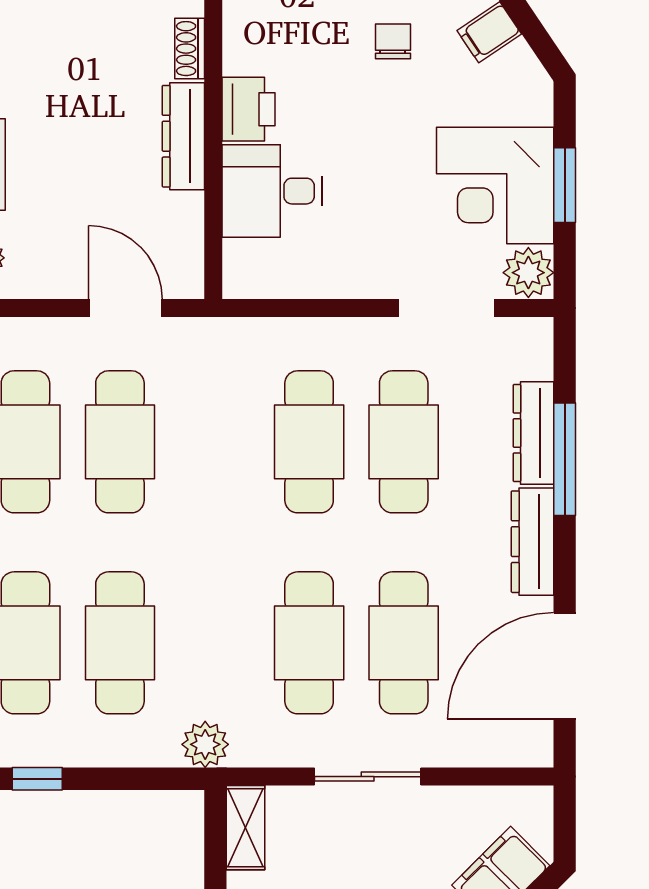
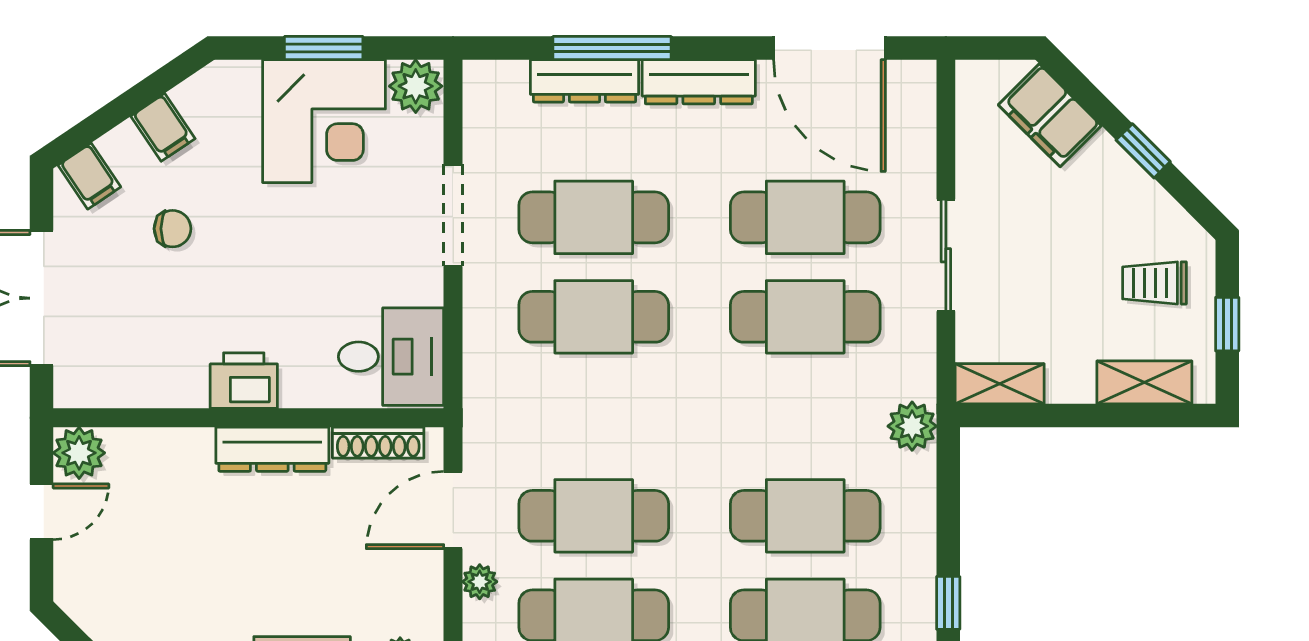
chair: (393, 41) -> (172, 229), turned 180
shoe rack: (190, 49) -> (378, 443), moved, width x1.43
desk: (272, 191) -> (391, 357), moved, turned -90
doorway: (446, 308) -> (453, 215), moved
plant: (57, 333) -> (480, 582), added

